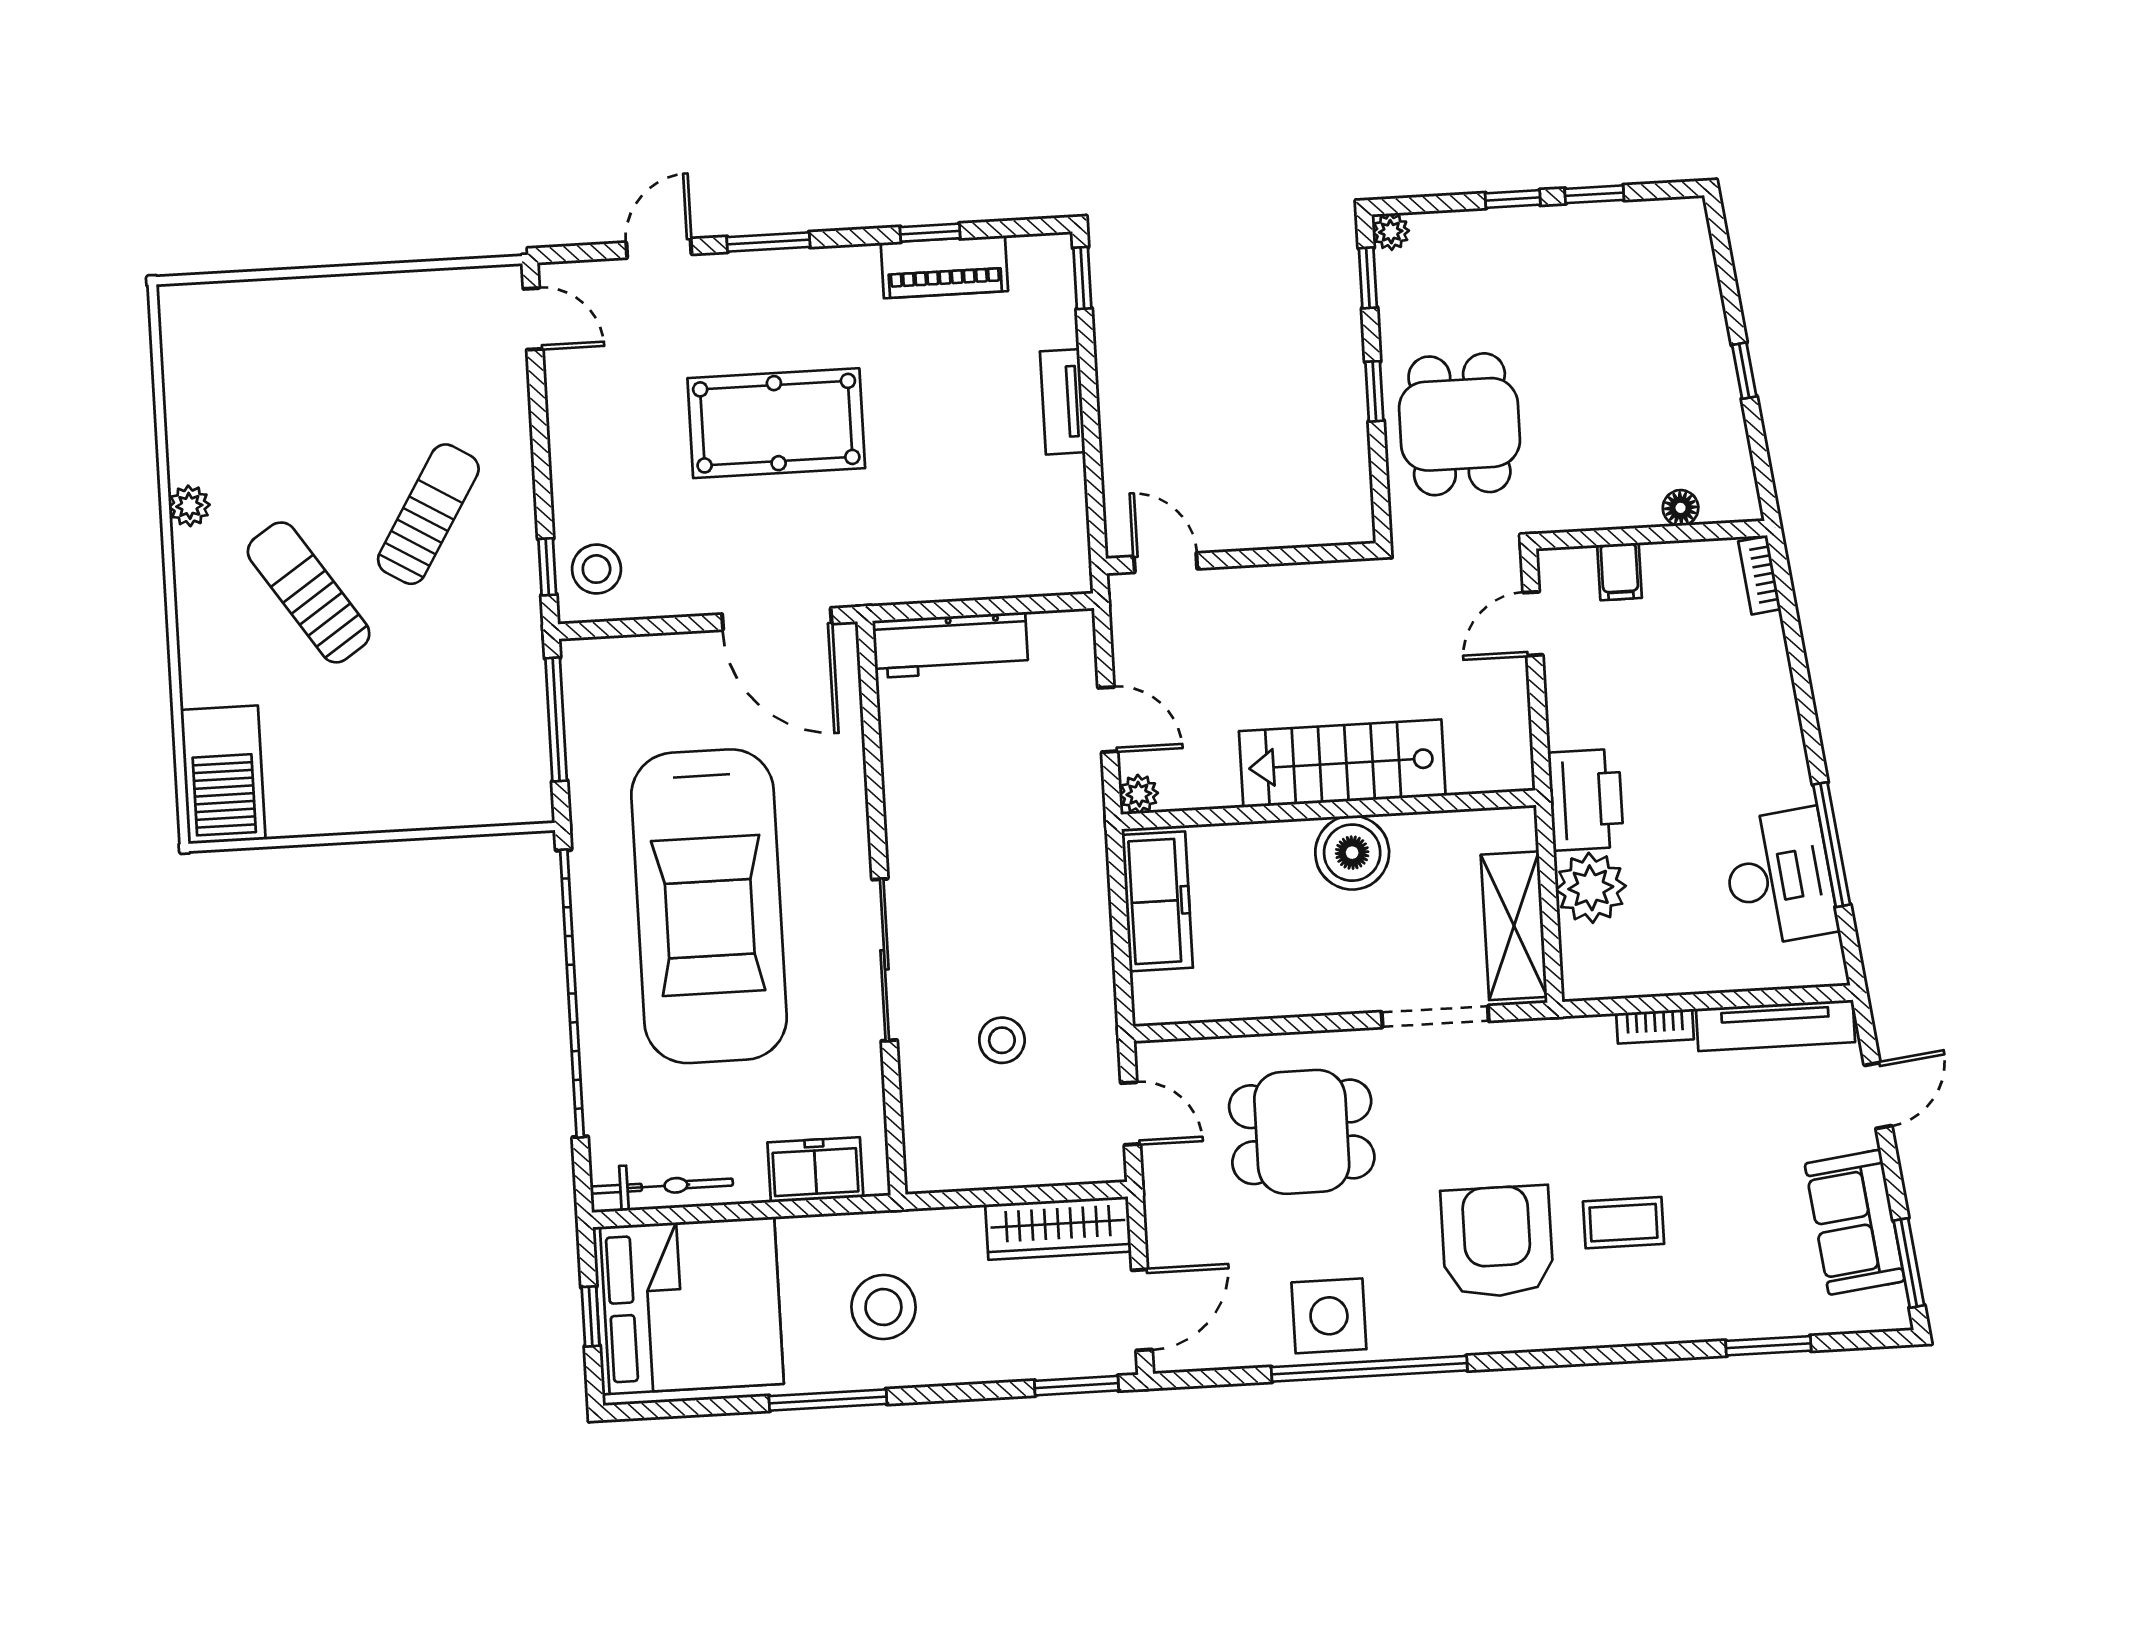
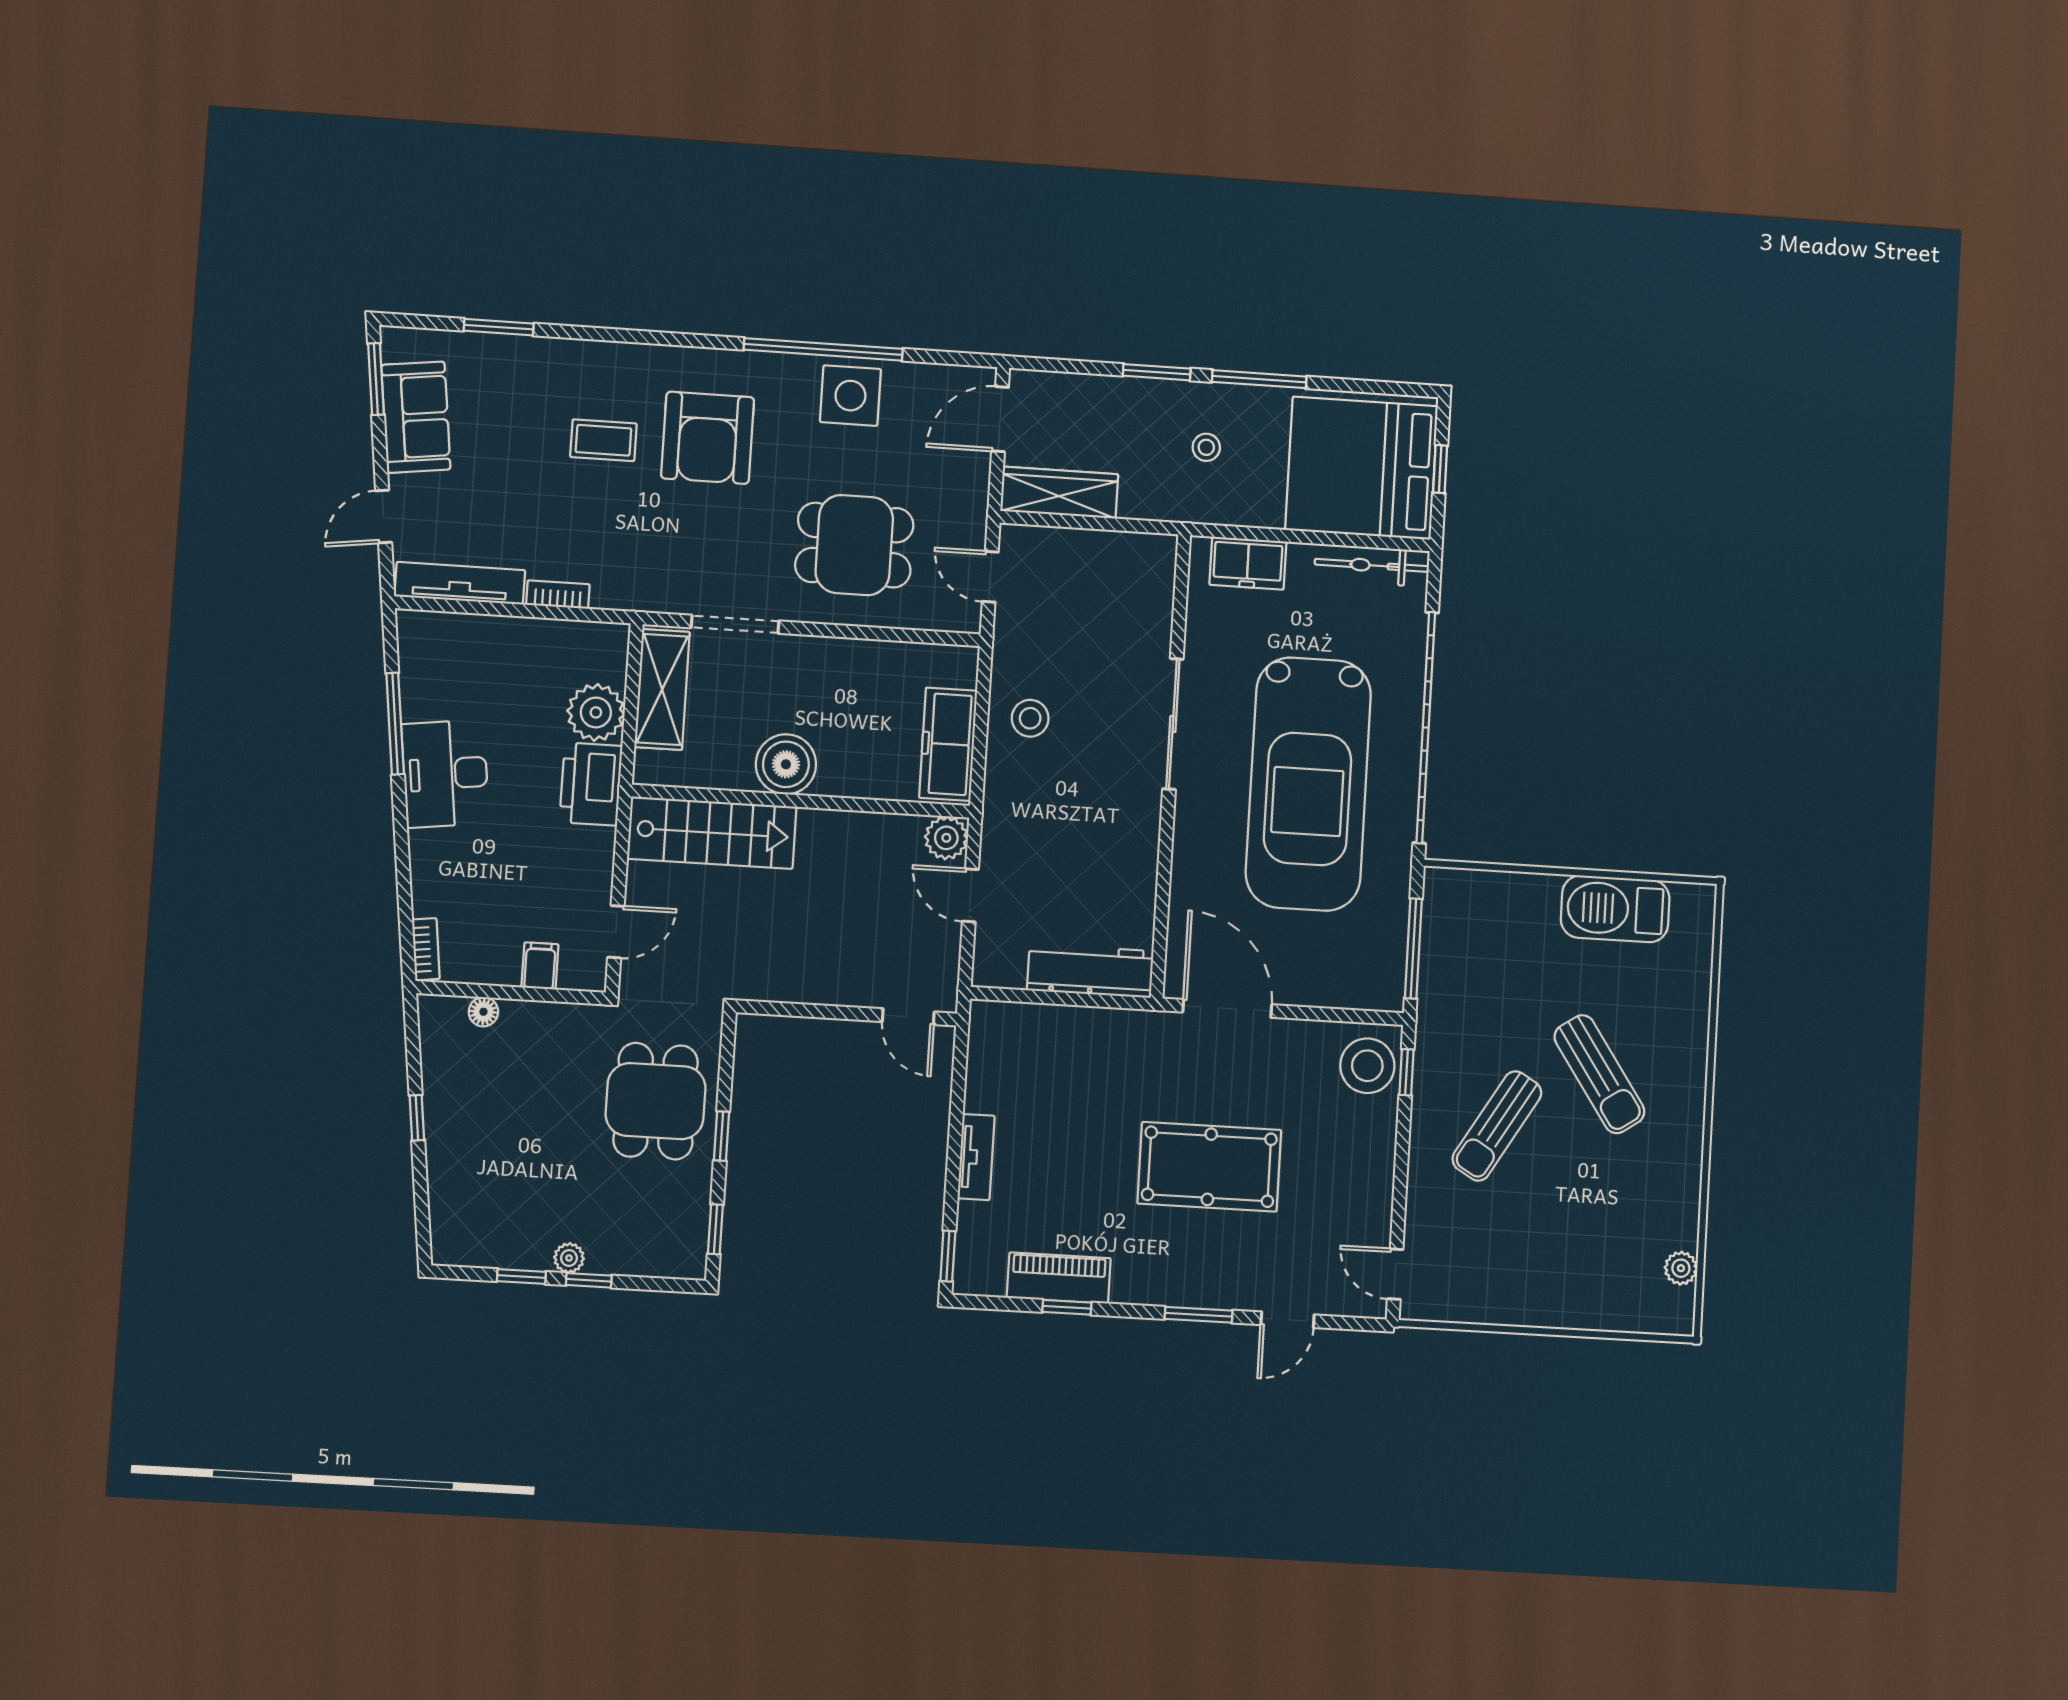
plant: (1391, 232) -> (569, 1258), moved
plant: (189, 506) -> (1681, 1268), moved
stool: (596, 569) -> (1367, 1066), width x1.38, depth x1.38
stairs: (1342, 763) -> (712, 833), moved
barbecue: (223, 775) -> (1615, 909), moved, turned -90
plant: (1139, 794) -> (946, 838), width x1.38, depth x1.38
desk: (1779, 877) -> (445, 774), moved
car: (709, 906) -> (1308, 784), turned 180
stool: (1002, 1040) -> (1030, 718), moved
stool: (883, 1307) -> (1206, 447), width x0.53, depth x0.53
window: (1077, 1386) -> (1157, 372), moved

